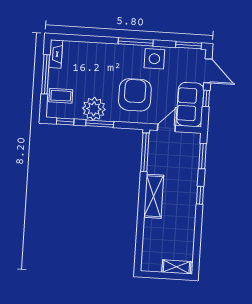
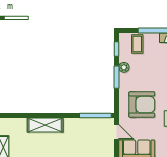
plant: (94, 109) -> (124, 67), width x0.53, depth x0.53
shelving: (154, 196) -> (45, 125), moved

